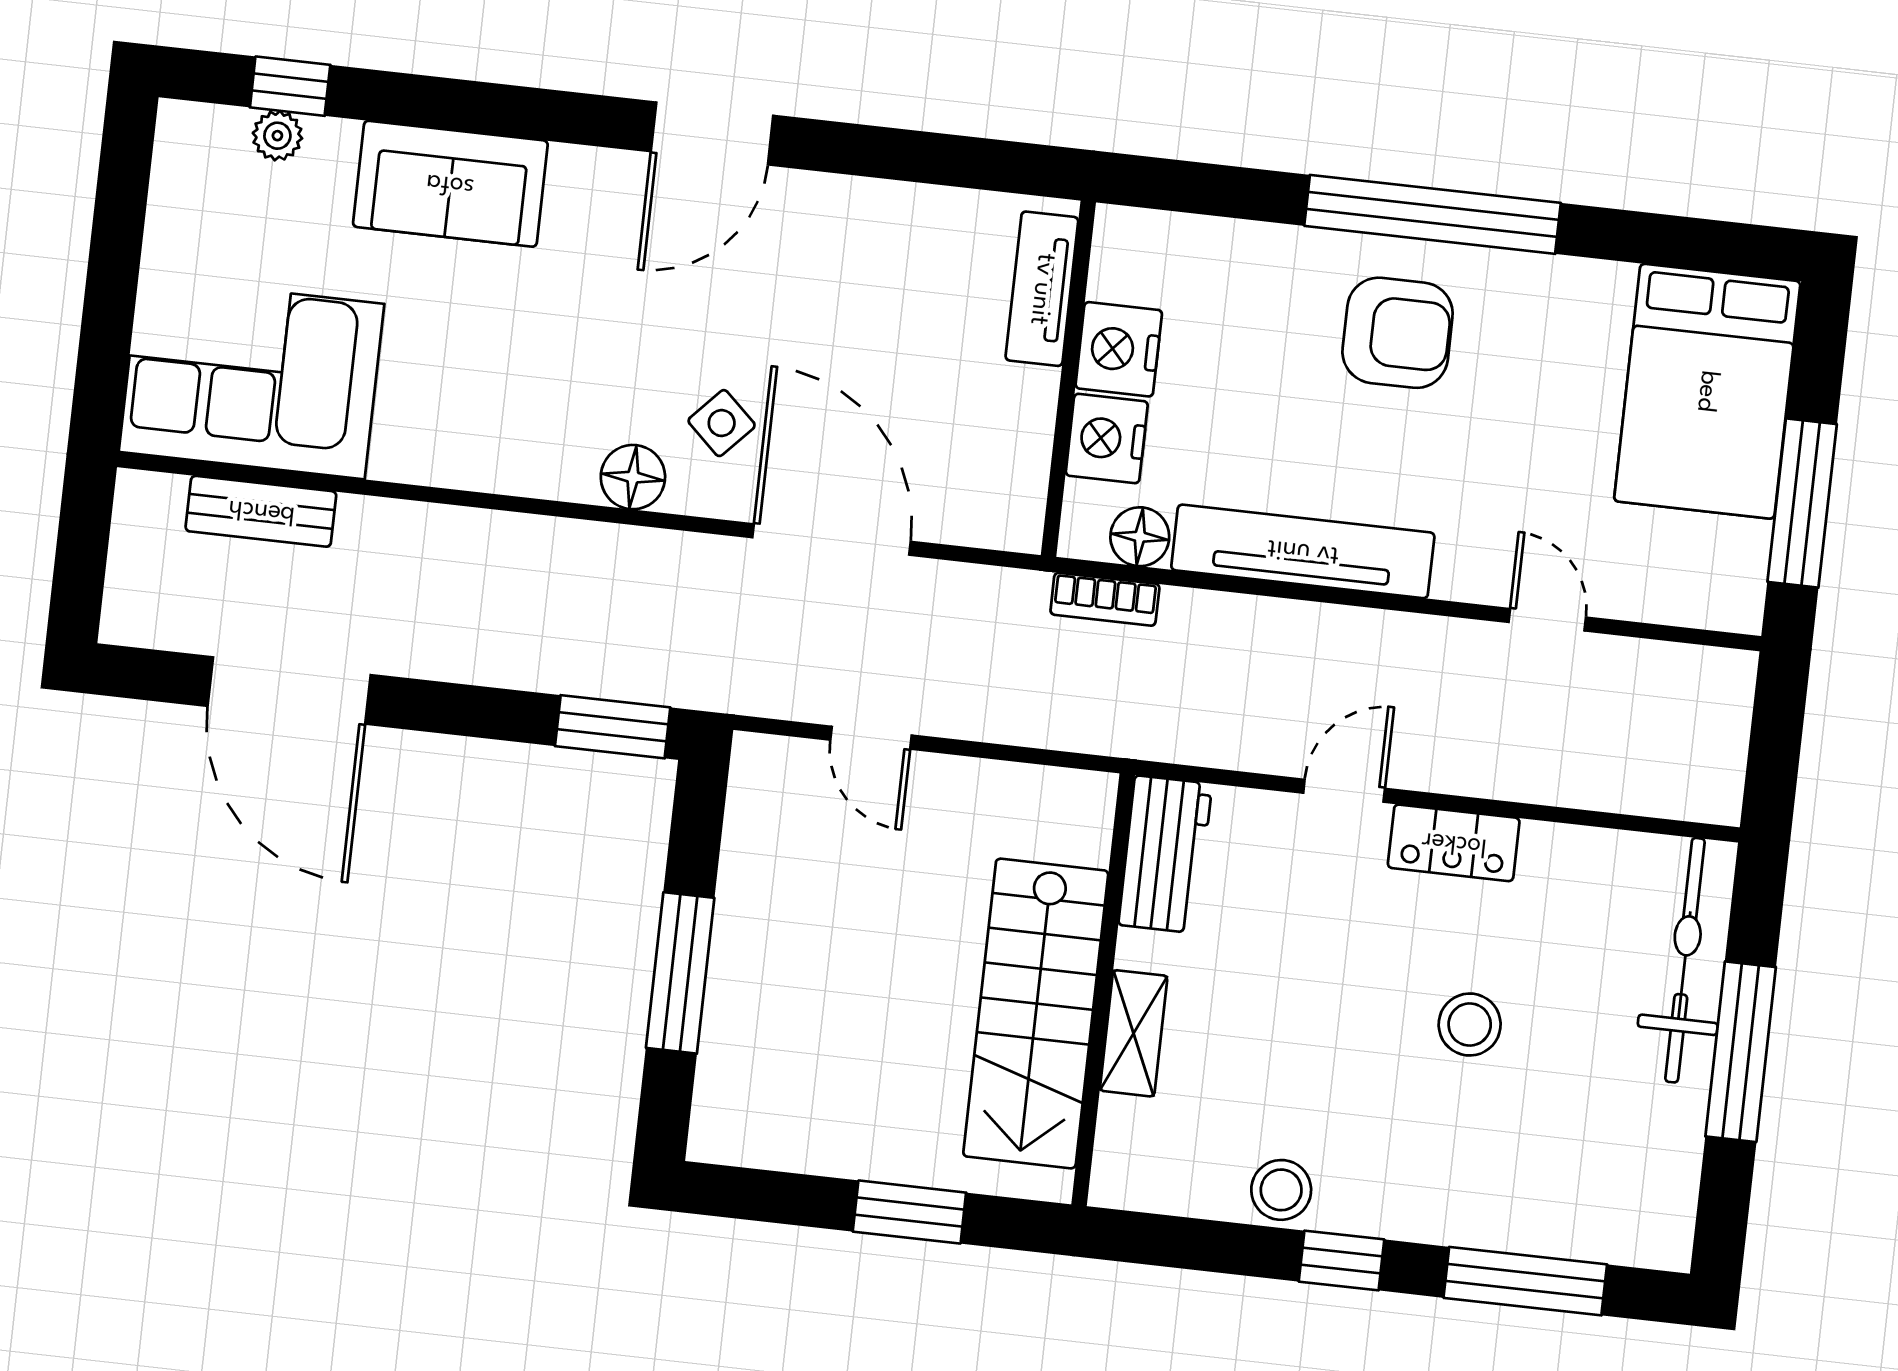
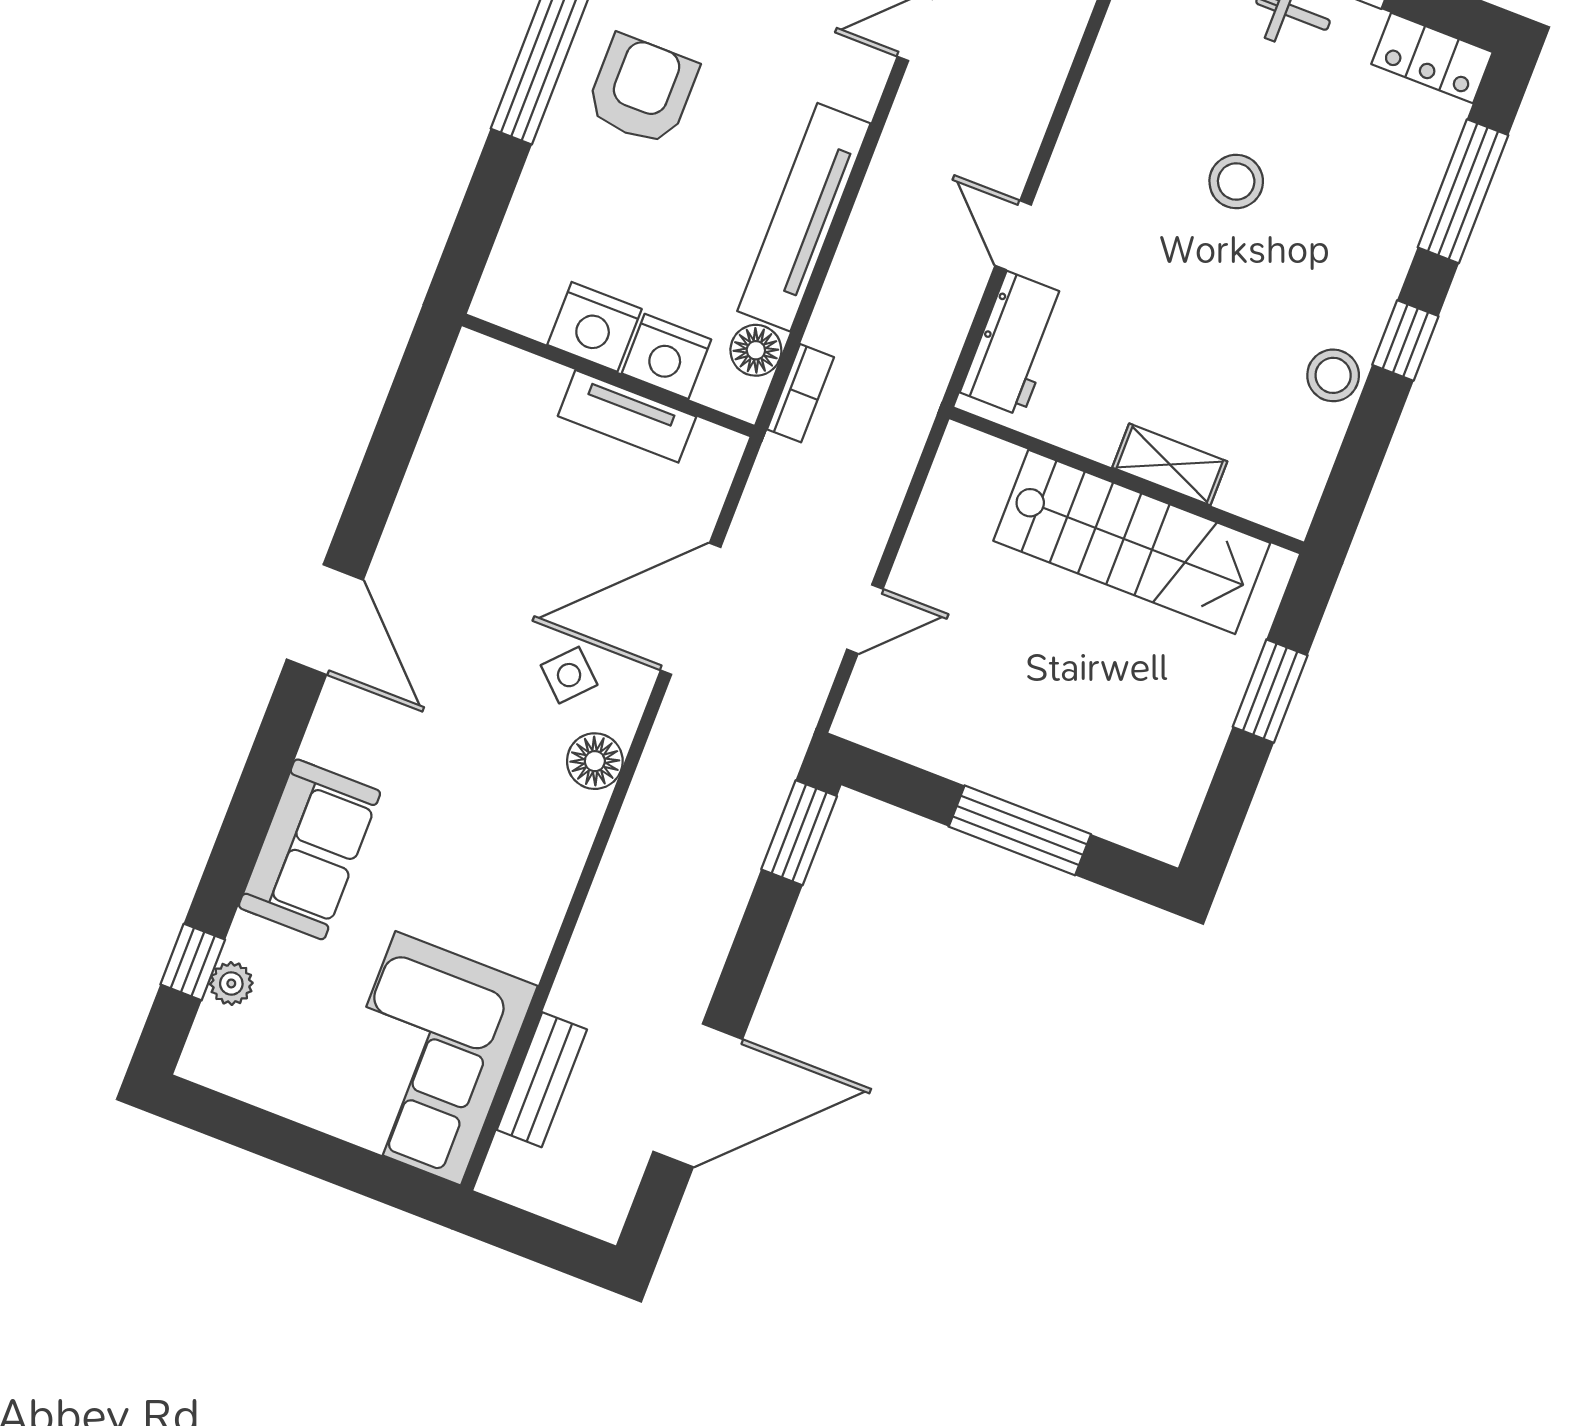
tv unit: (1042, 289) -> (627, 416), moved
locker: (1454, 843) -> (1432, 58), moved, turned 90
workbench: (1165, 854) -> (1014, 344), moved, turned 90

